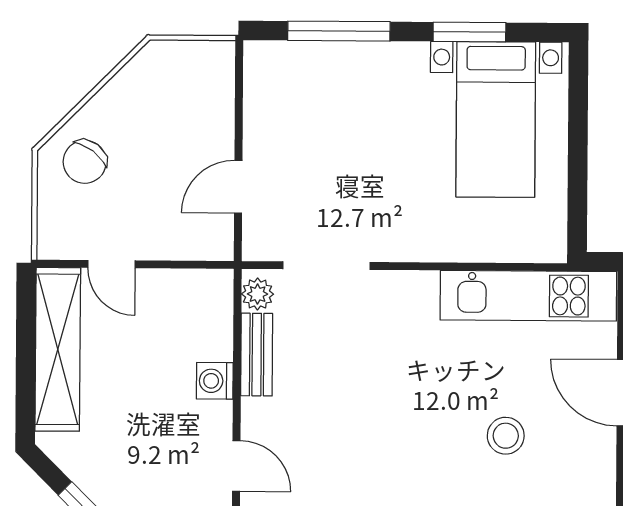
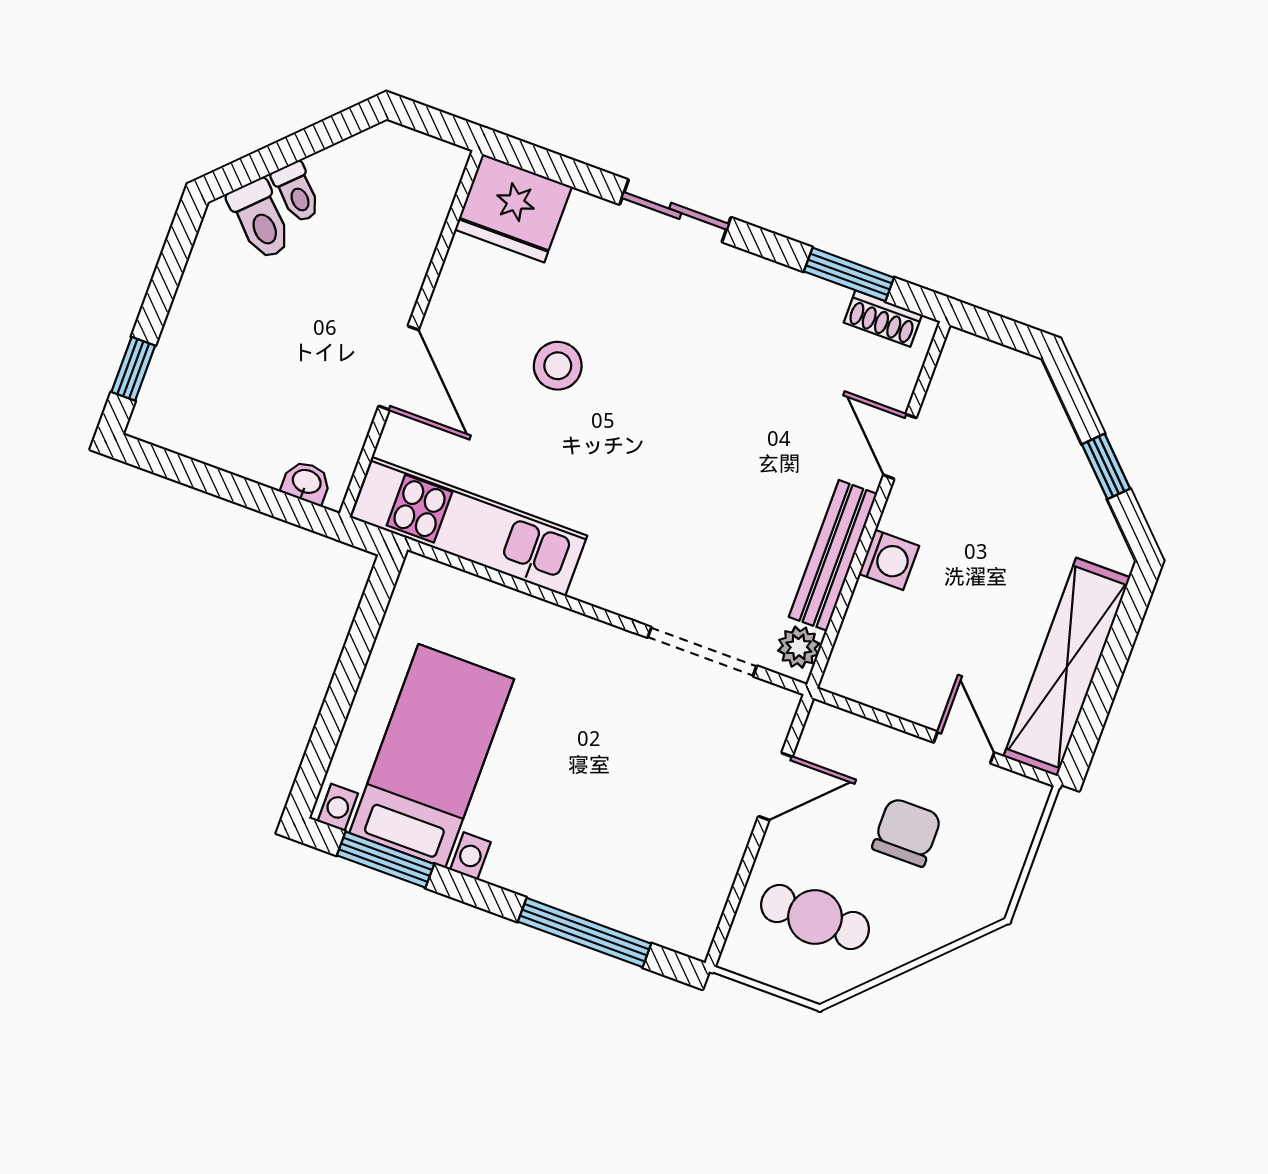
window: (469, 32) -> (385, 860), moved
cafe table: (176, 102) -> (815, 917), added
chair: (85, 162) -> (907, 832), moved, turned -37
bench: (257, 355) -> (833, 555), width x1.36

